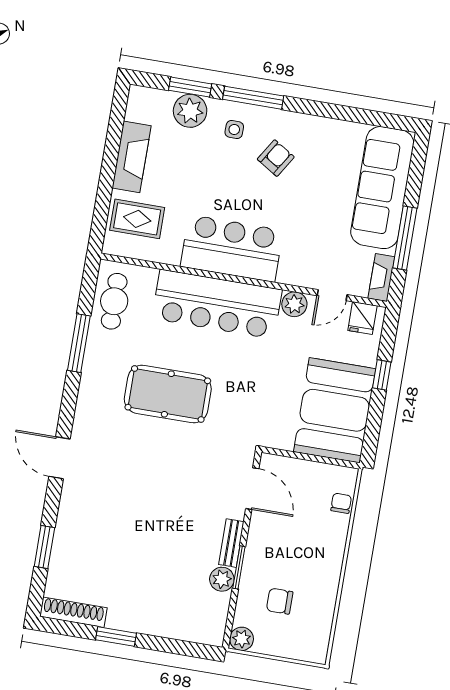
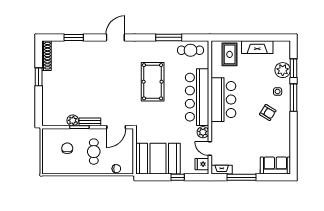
sofa: (382, 188) -> (275, 165), width x0.54, depth x0.79
cafe table: (296, 545) -> (94, 152), added
plant: (242, 639) -> (47, 134), removed

